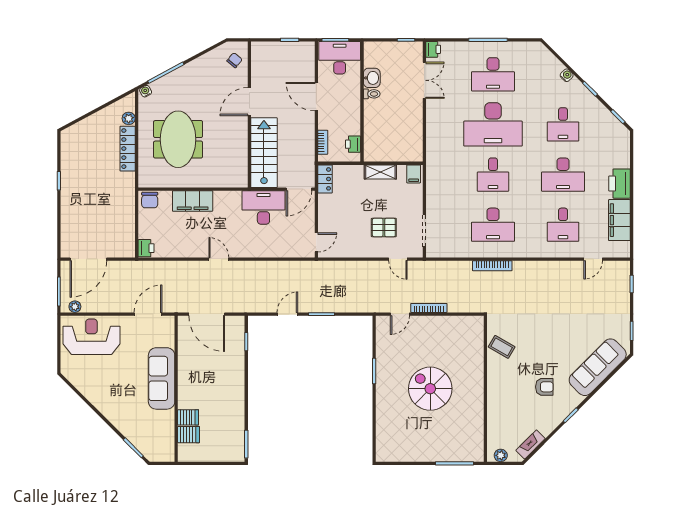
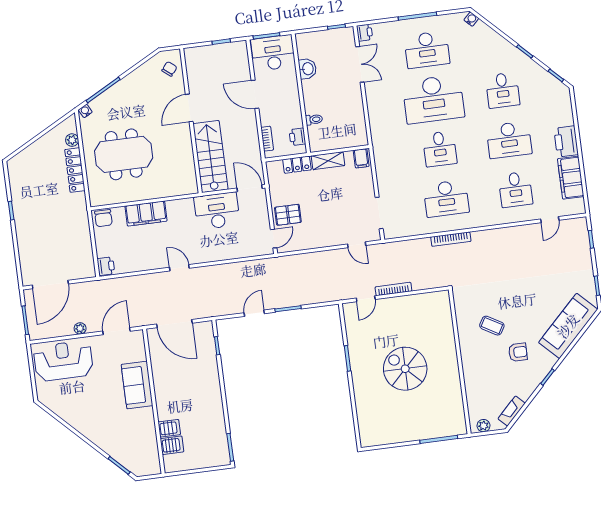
water cooler: (567, 75) -> (471, 19), moved
toilet: (372, 94) -> (314, 120), moved
meeting table: (178, 139) -> (124, 154), turned 90
locker: (325, 179) -> (297, 165), moved, turned 90
door: (299, 189) -> (250, 188), swing flipped
pallet: (384, 227) -> (288, 215), moved
plant: (75, 307) -> (80, 328), moved
coffee table: (502, 347) -> (492, 326), moved
sofa: (162, 378) -> (137, 385), width x0.73

